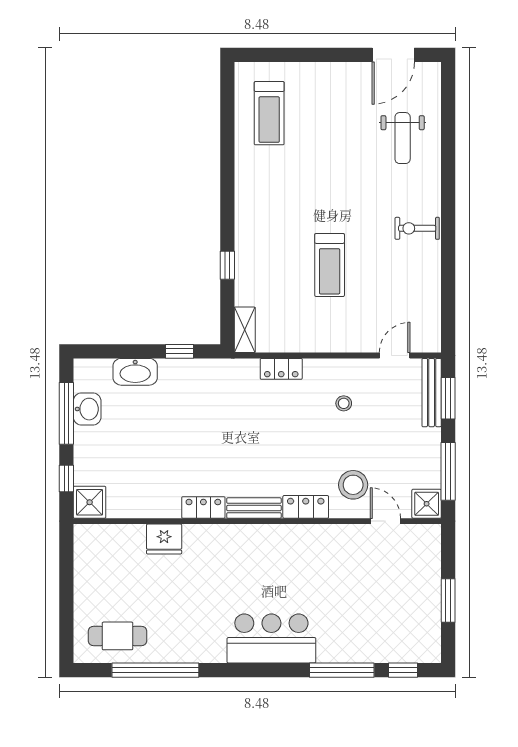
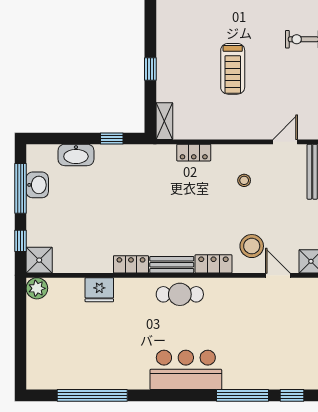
plant: (87, 537) -> (37, 288), added
cafe table: (118, 636) -> (180, 294), moved

